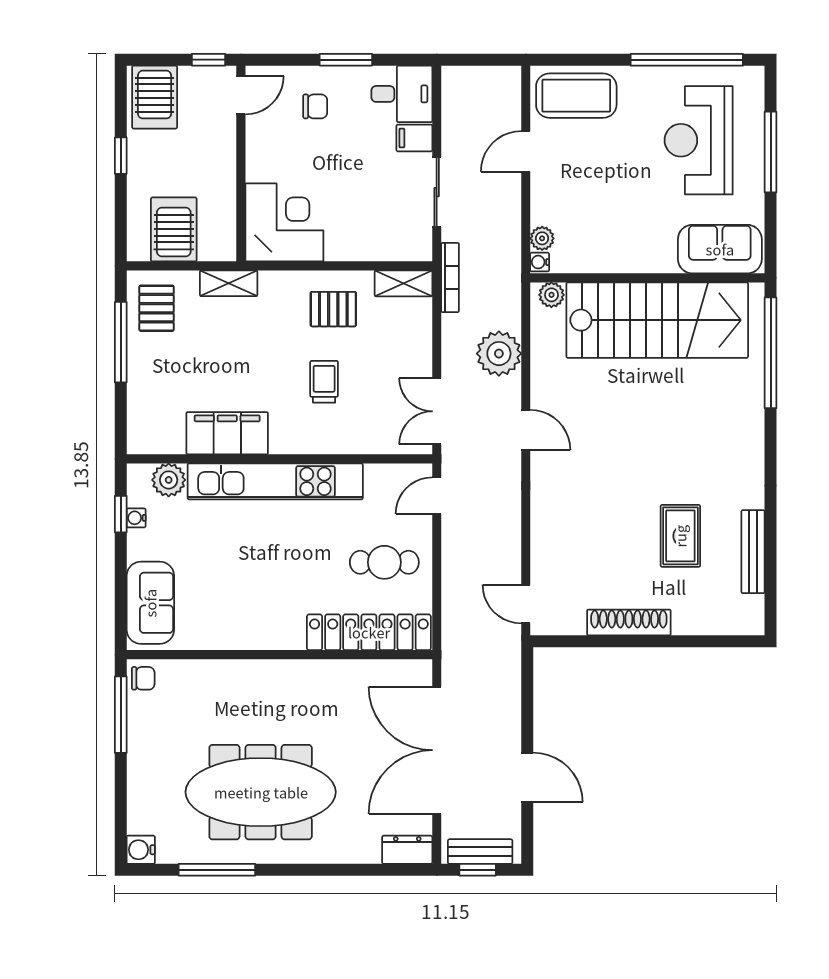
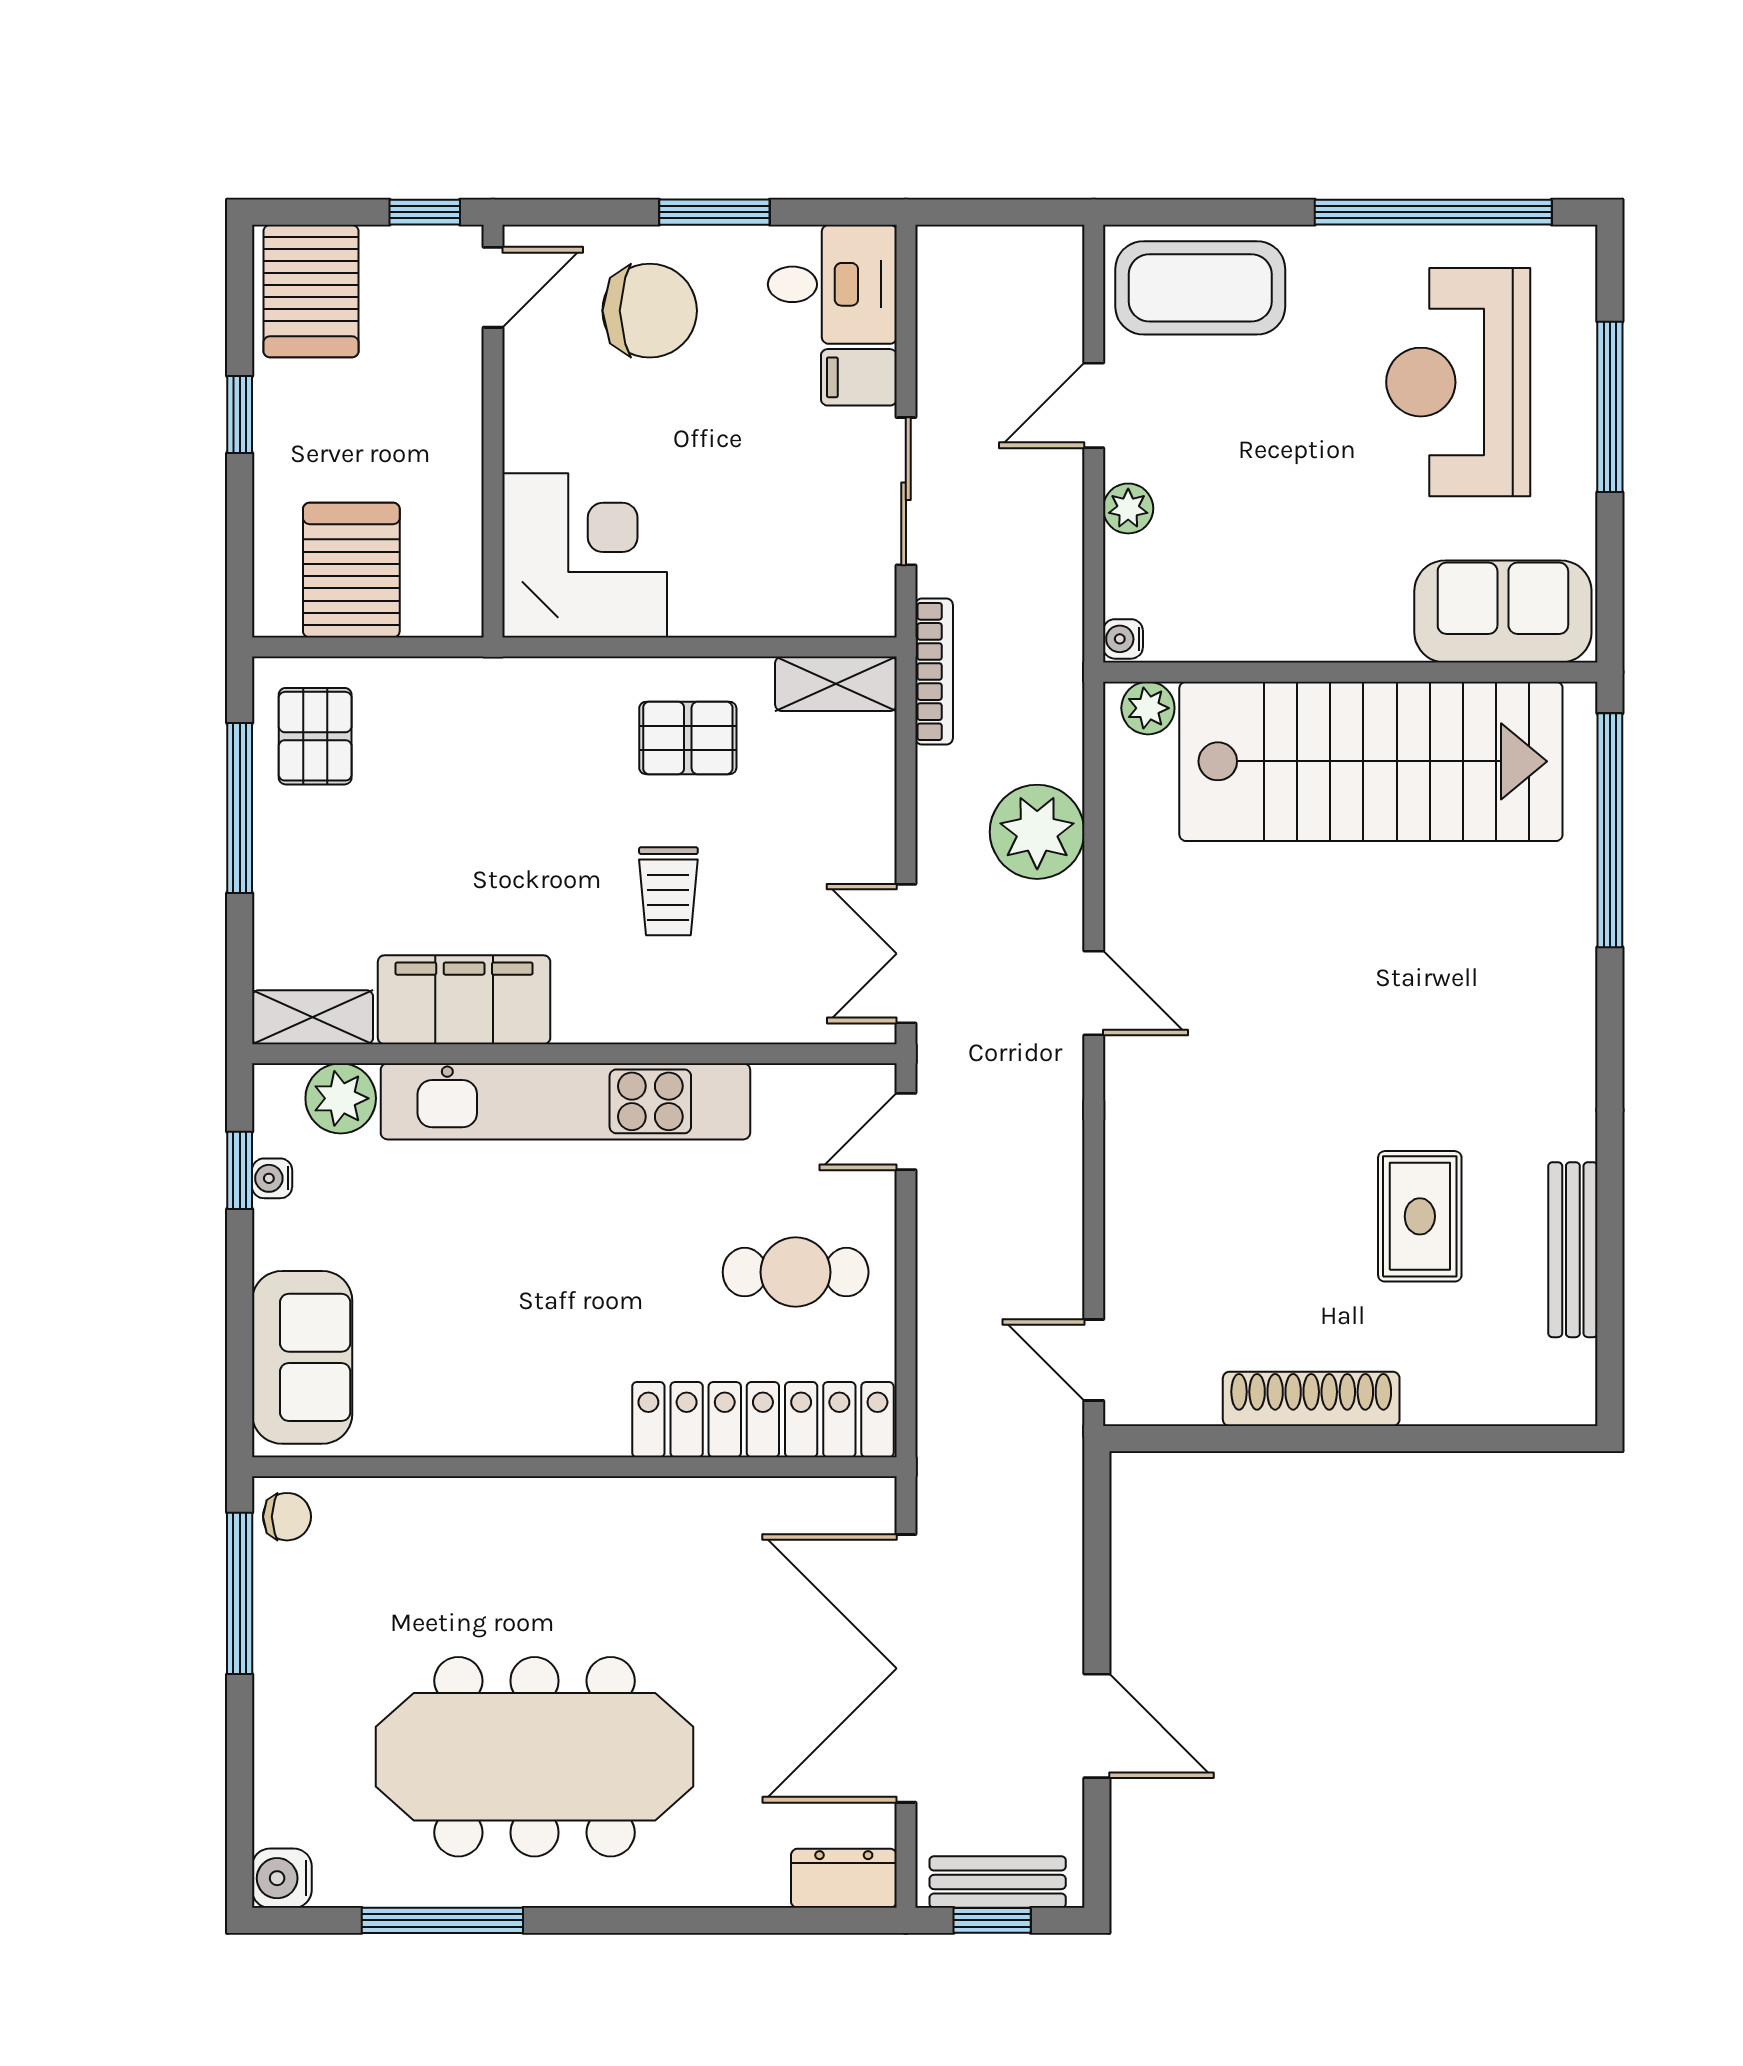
chair: (315, 106) -> (650, 311), width x1.87, depth x1.87
plant: (542, 238) -> (1128, 508), moved
shelving: (229, 283) -> (313, 1017), moved
trolley: (324, 382) -> (668, 891), turned 180

